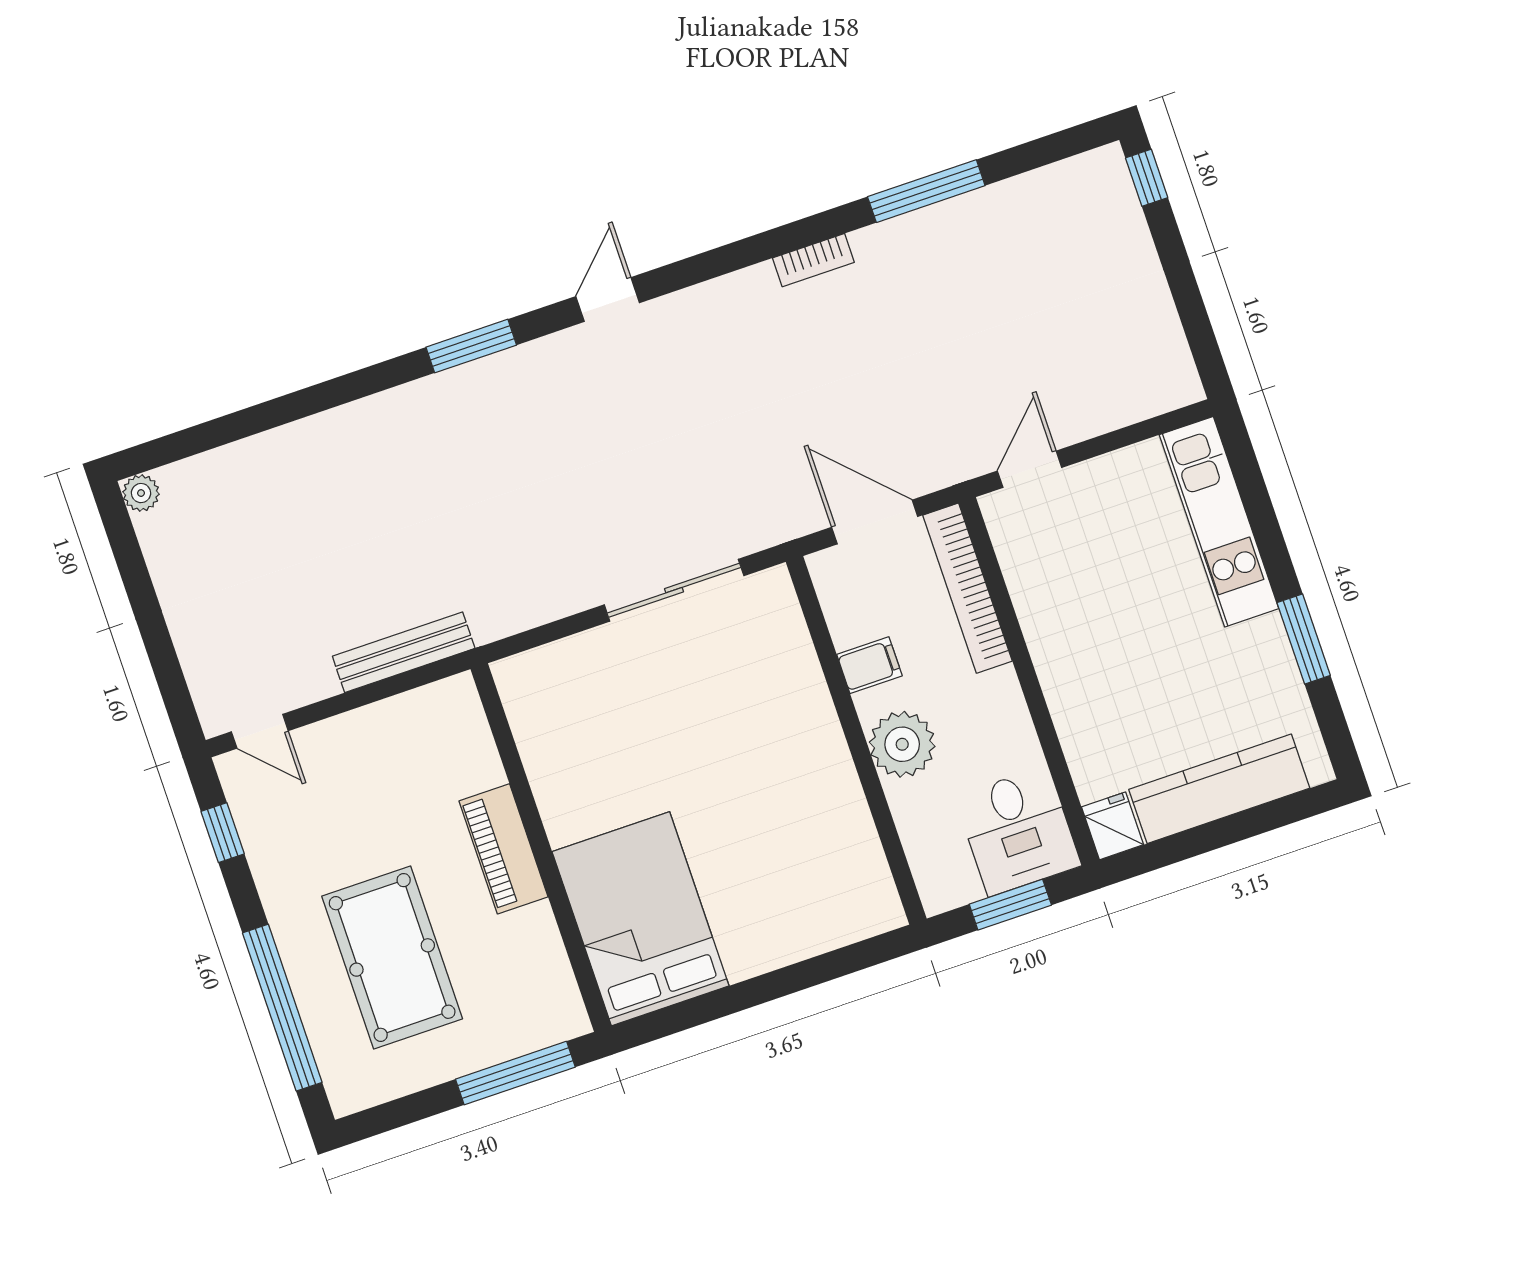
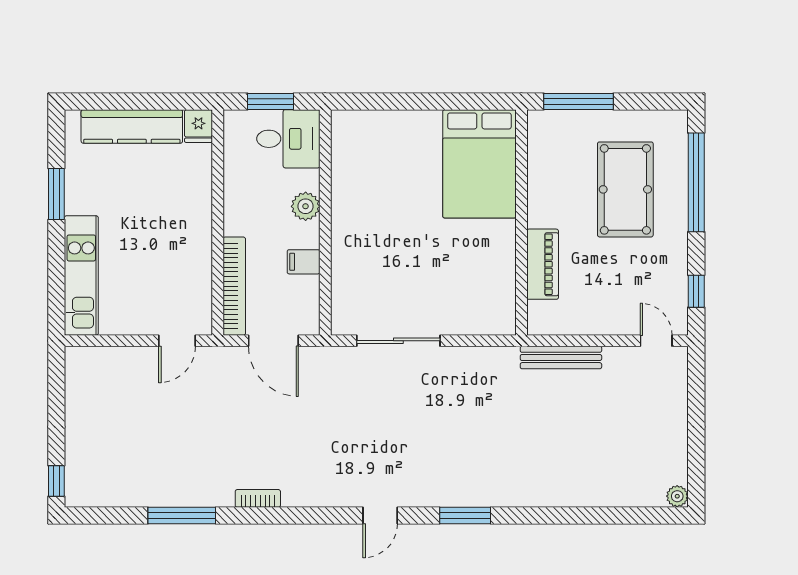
plant: (902, 744) -> (306, 206), width x0.73, depth x0.73
desk: (1018, 831) -> (288, 139), moved, turned 90
piano: (503, 849) -> (543, 264), moved

